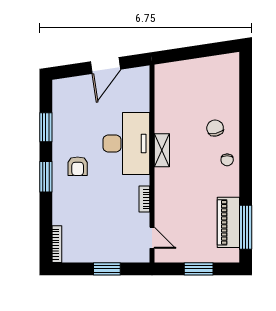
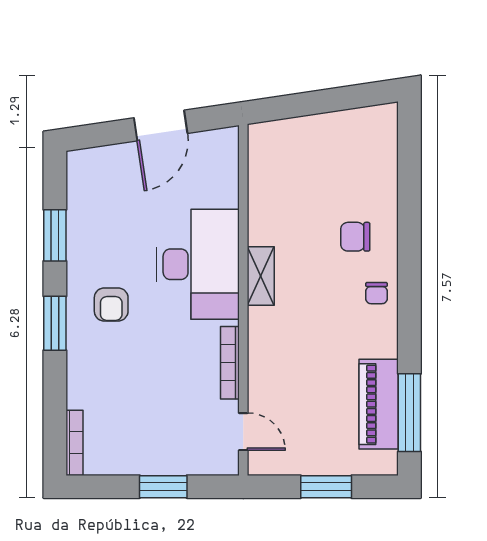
chair: (215, 128) -> (355, 237), turned -76
bookcase: (144, 199) -> (230, 363), width x1.56

